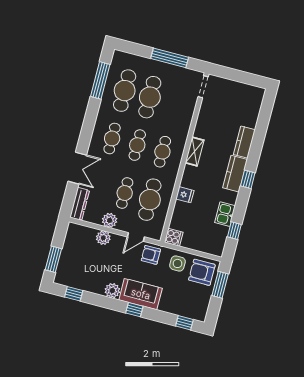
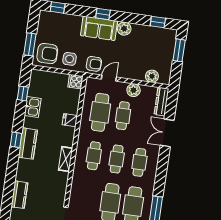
kitchen counter: (244, 142) -> (19, 195), moved
plant: (103, 238) -> (152, 76), moved

